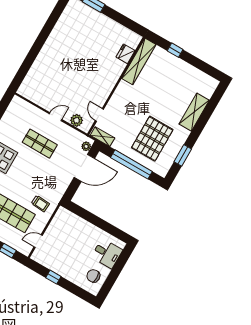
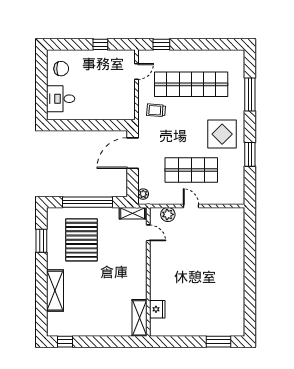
window: (175, 50) -> (65, 342), moved
shelving: (139, 61) -> (140, 318), width x0.68
door: (56, 117) -> (191, 206), swing flipped
shop shelf: (40, 144) -> (191, 170), width x1.43, depth x1.36
door: (84, 168) -> (133, 153), moved

